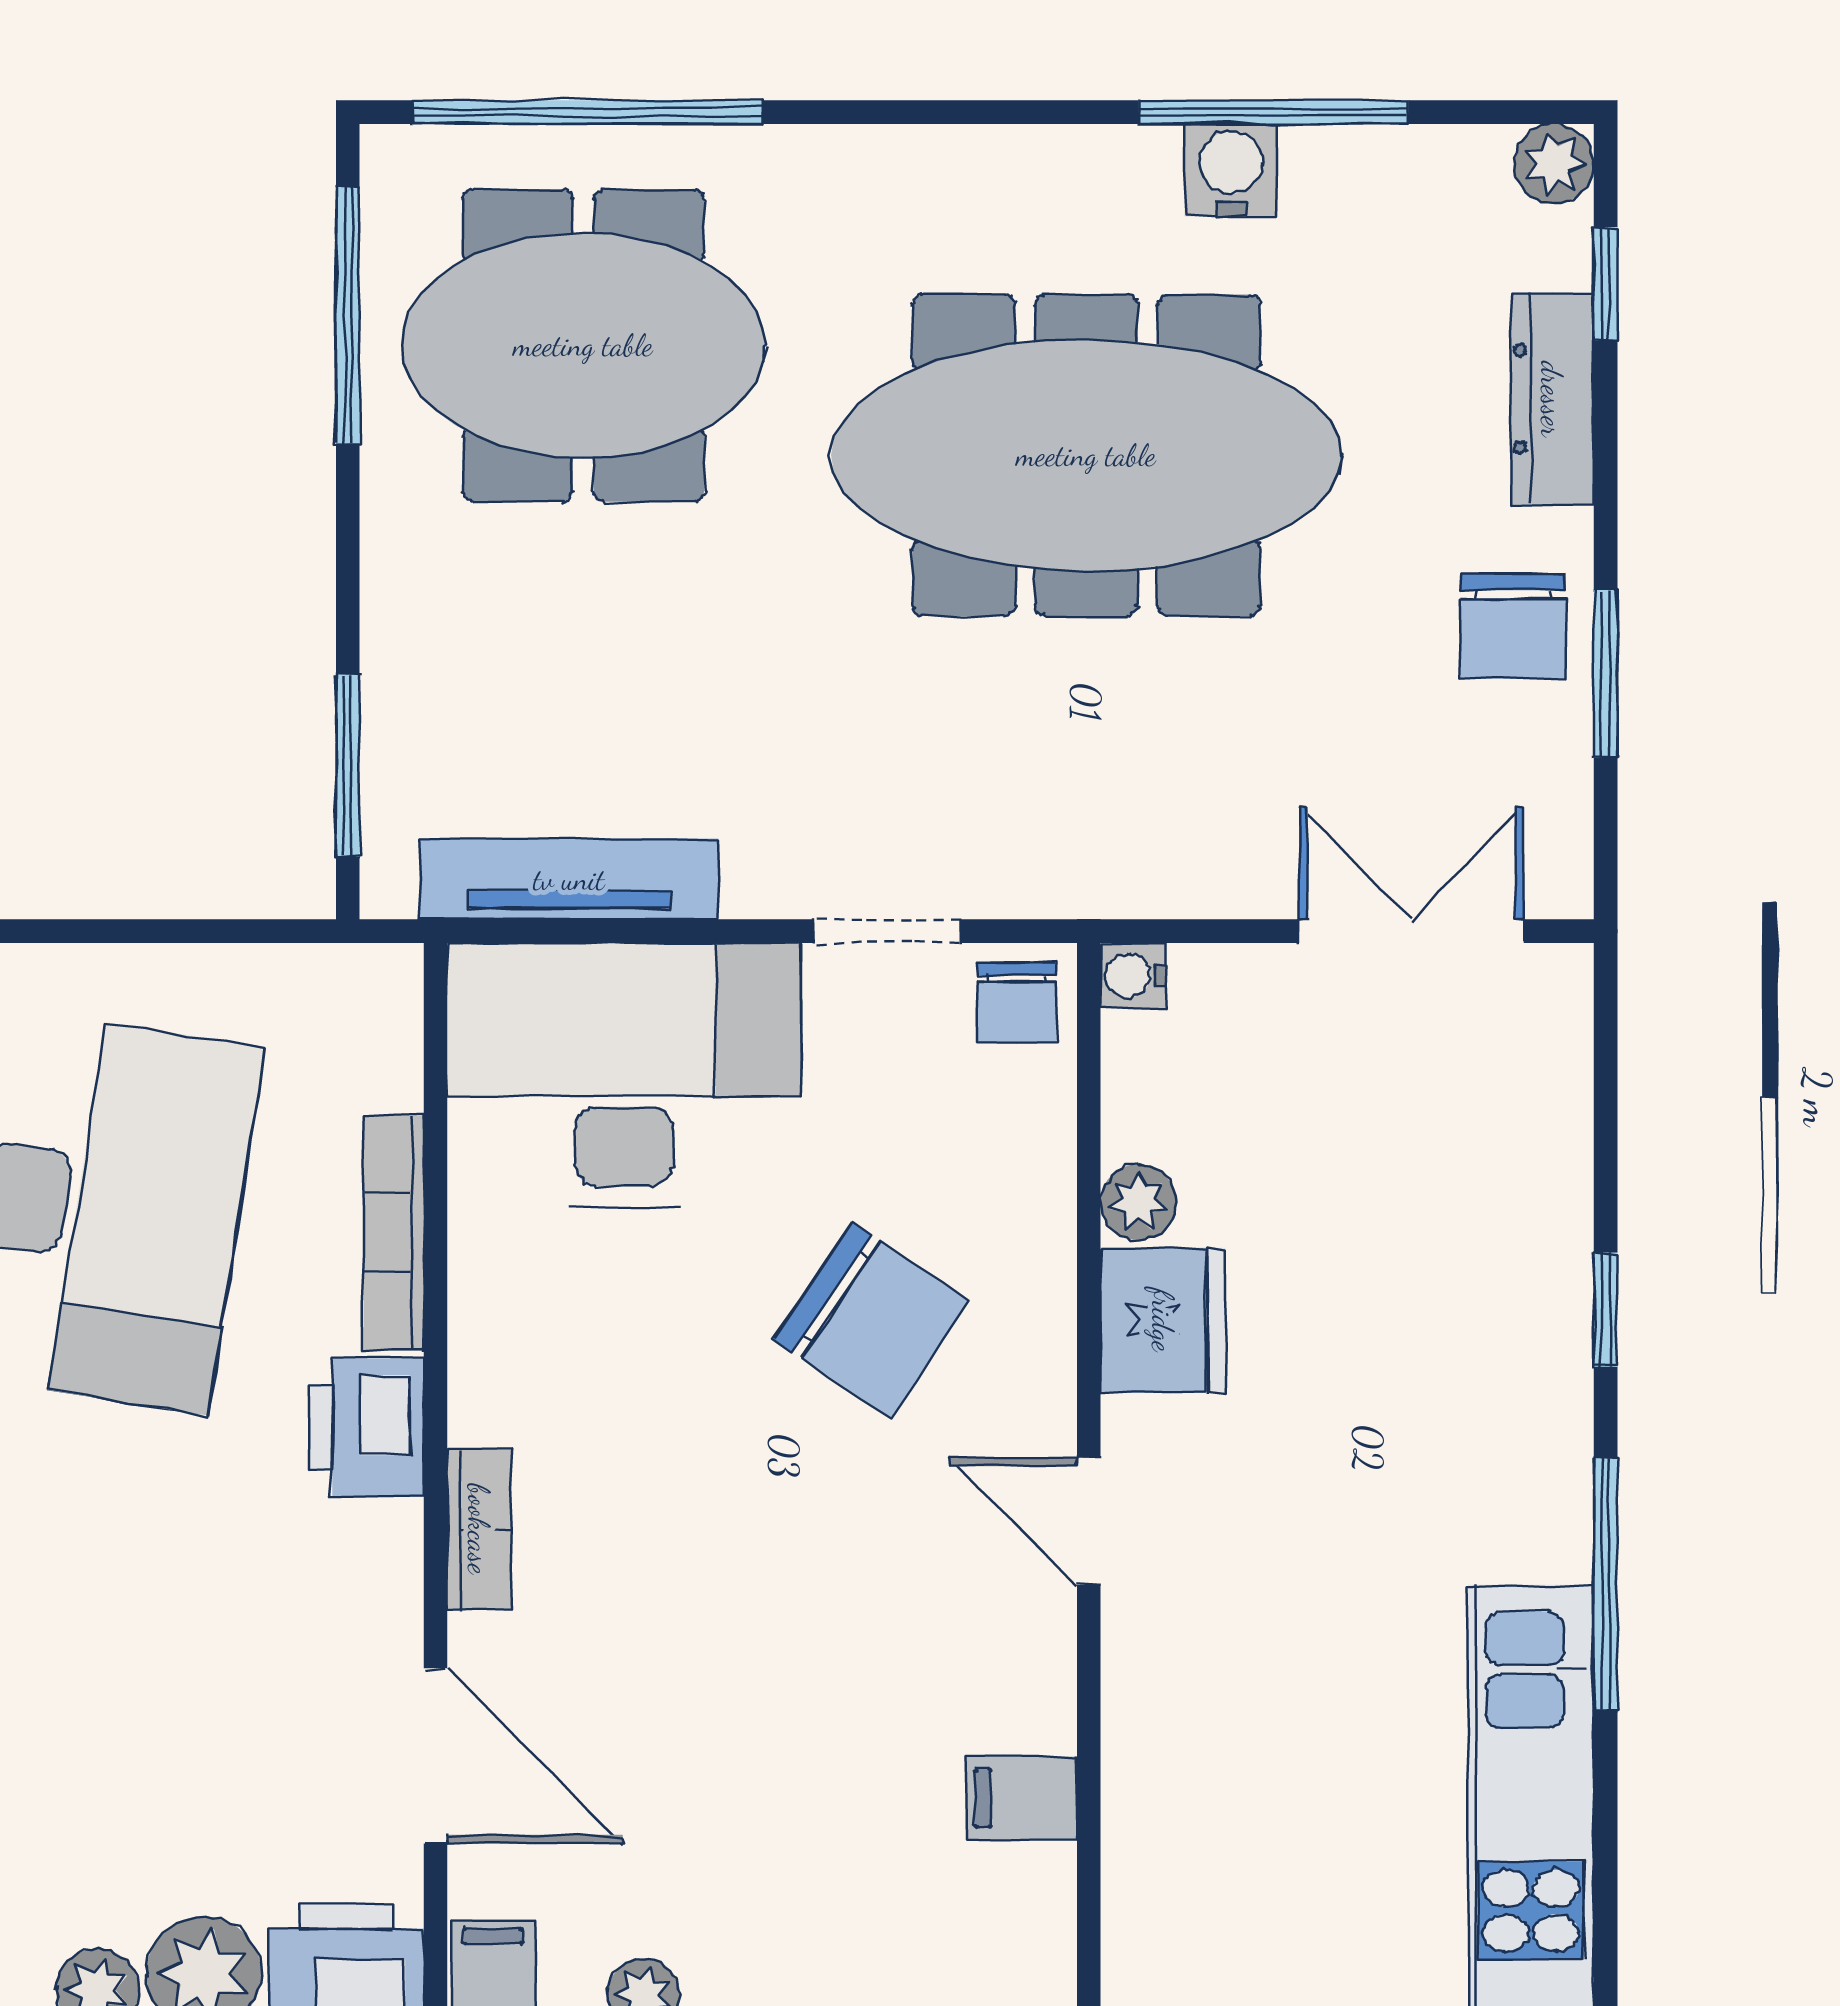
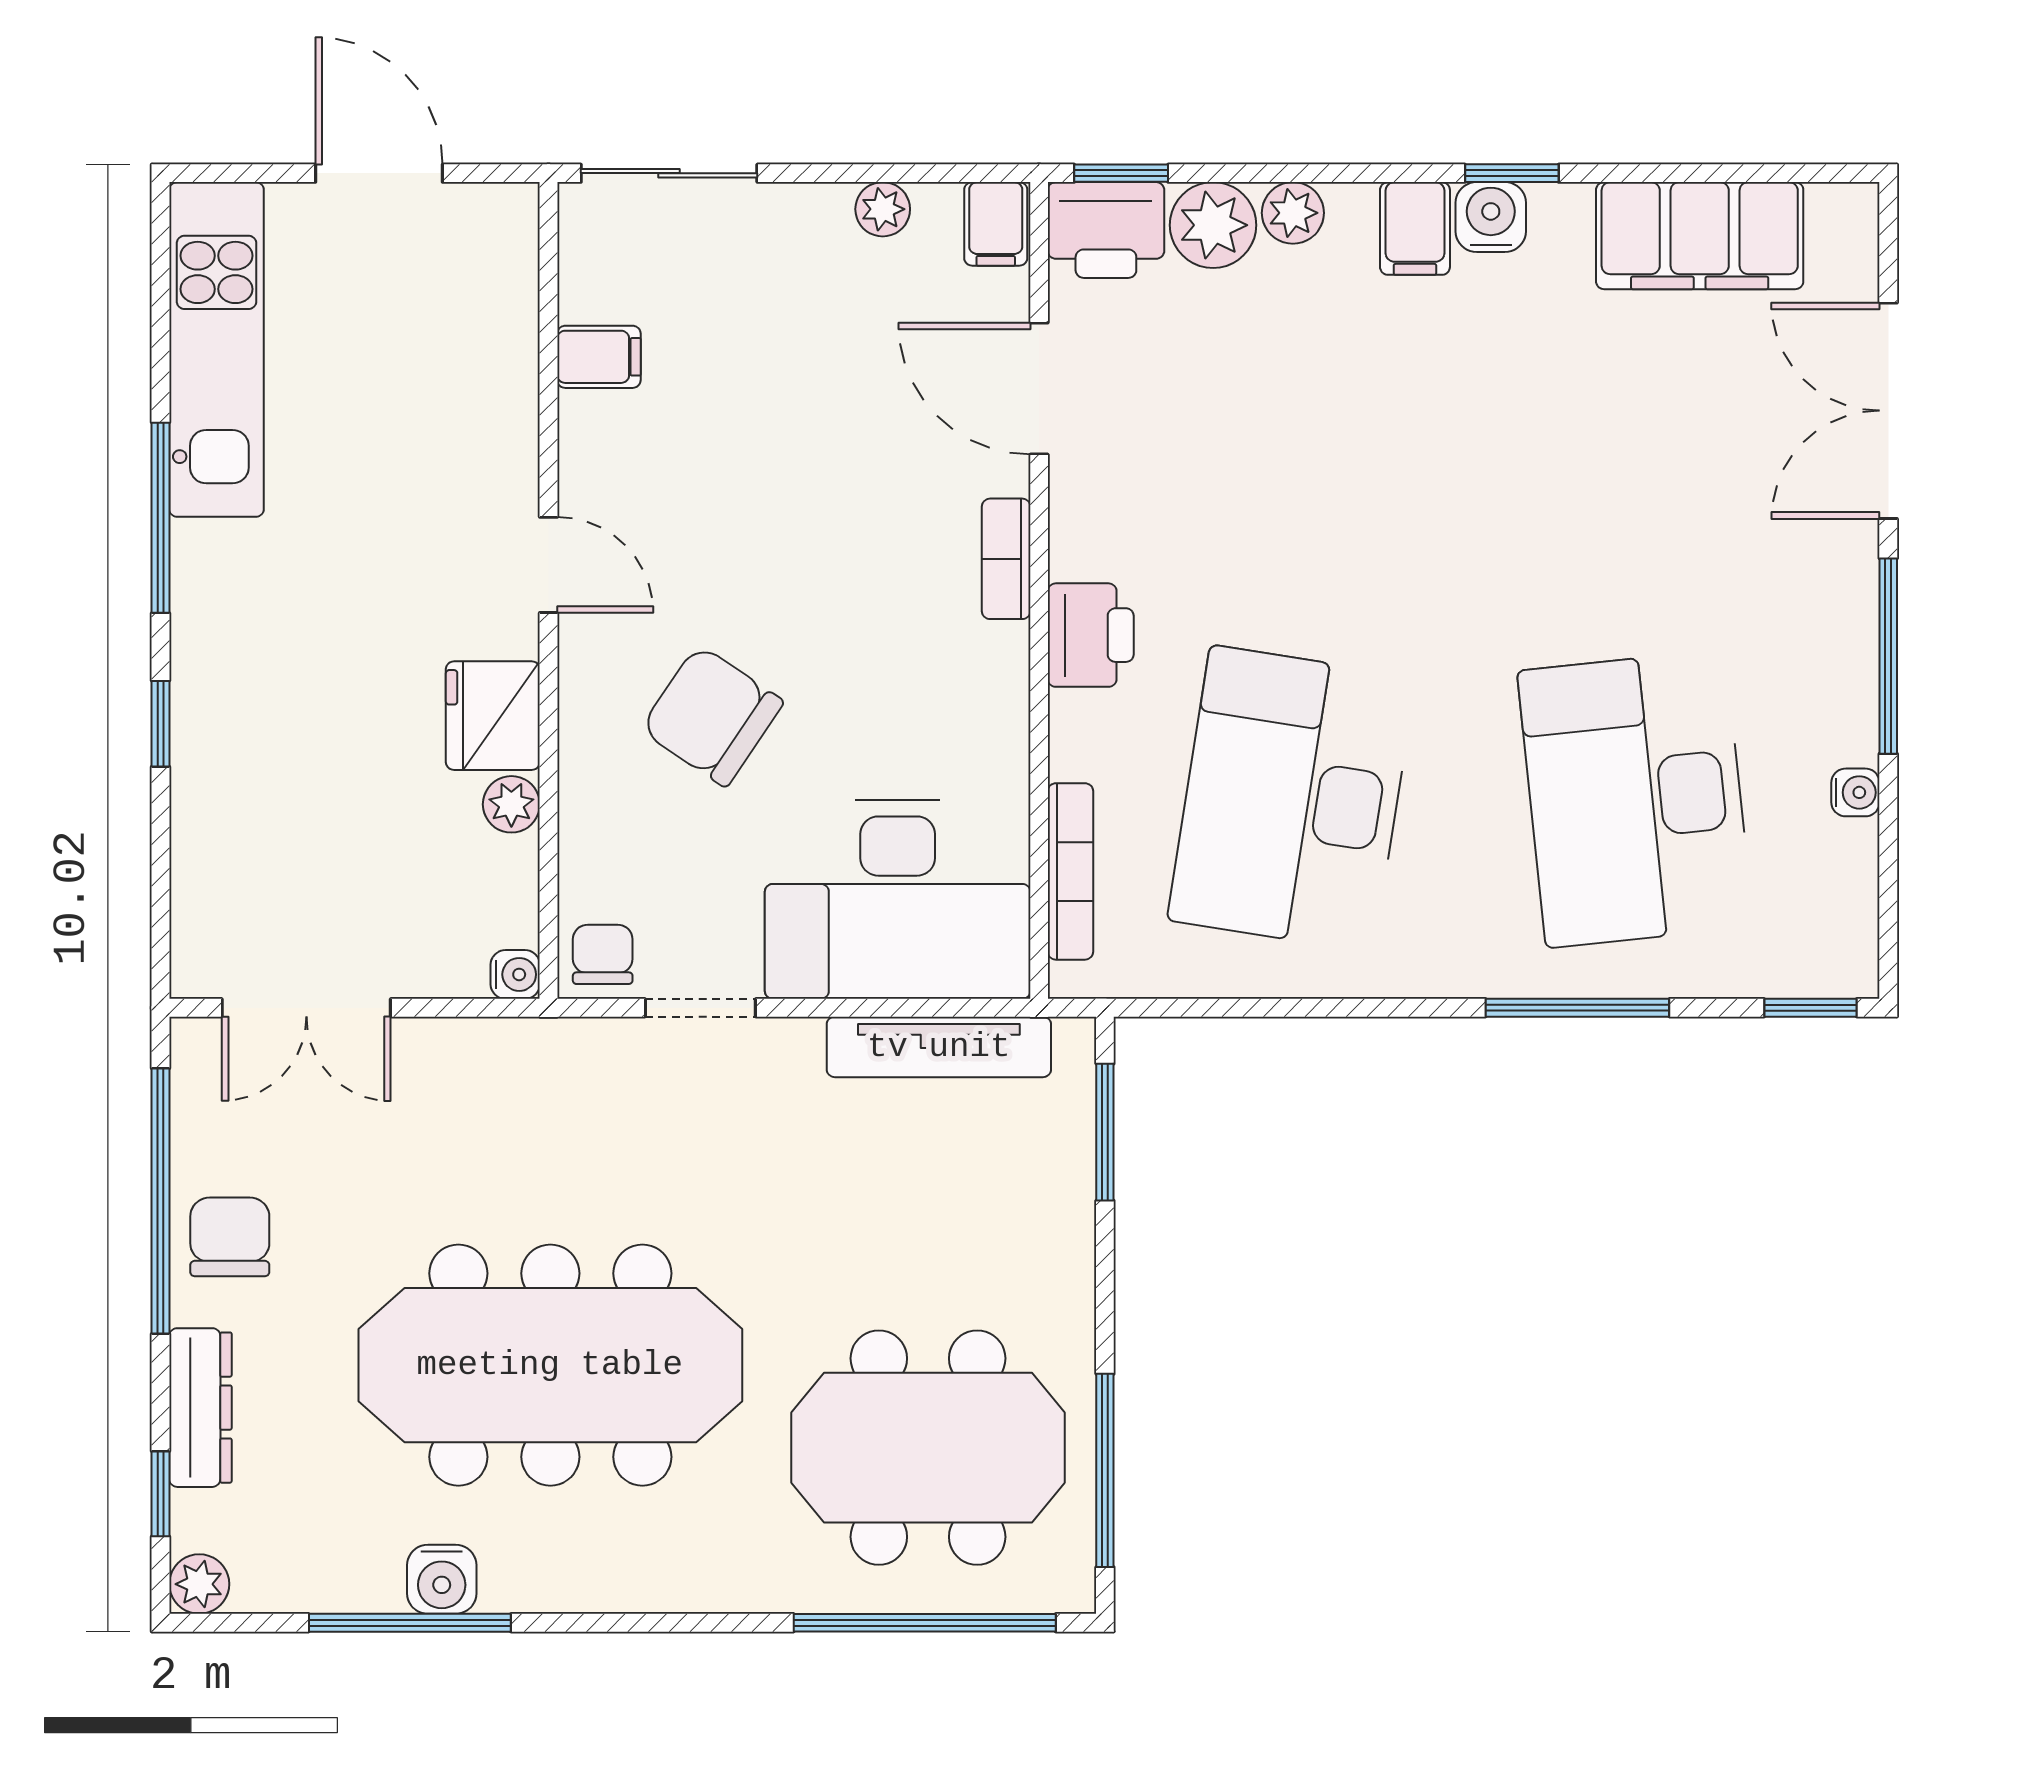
window: (1606, 674) -> (161, 1201), width x2.11
bookcase: (394, 1233) -> (1070, 871), moved

